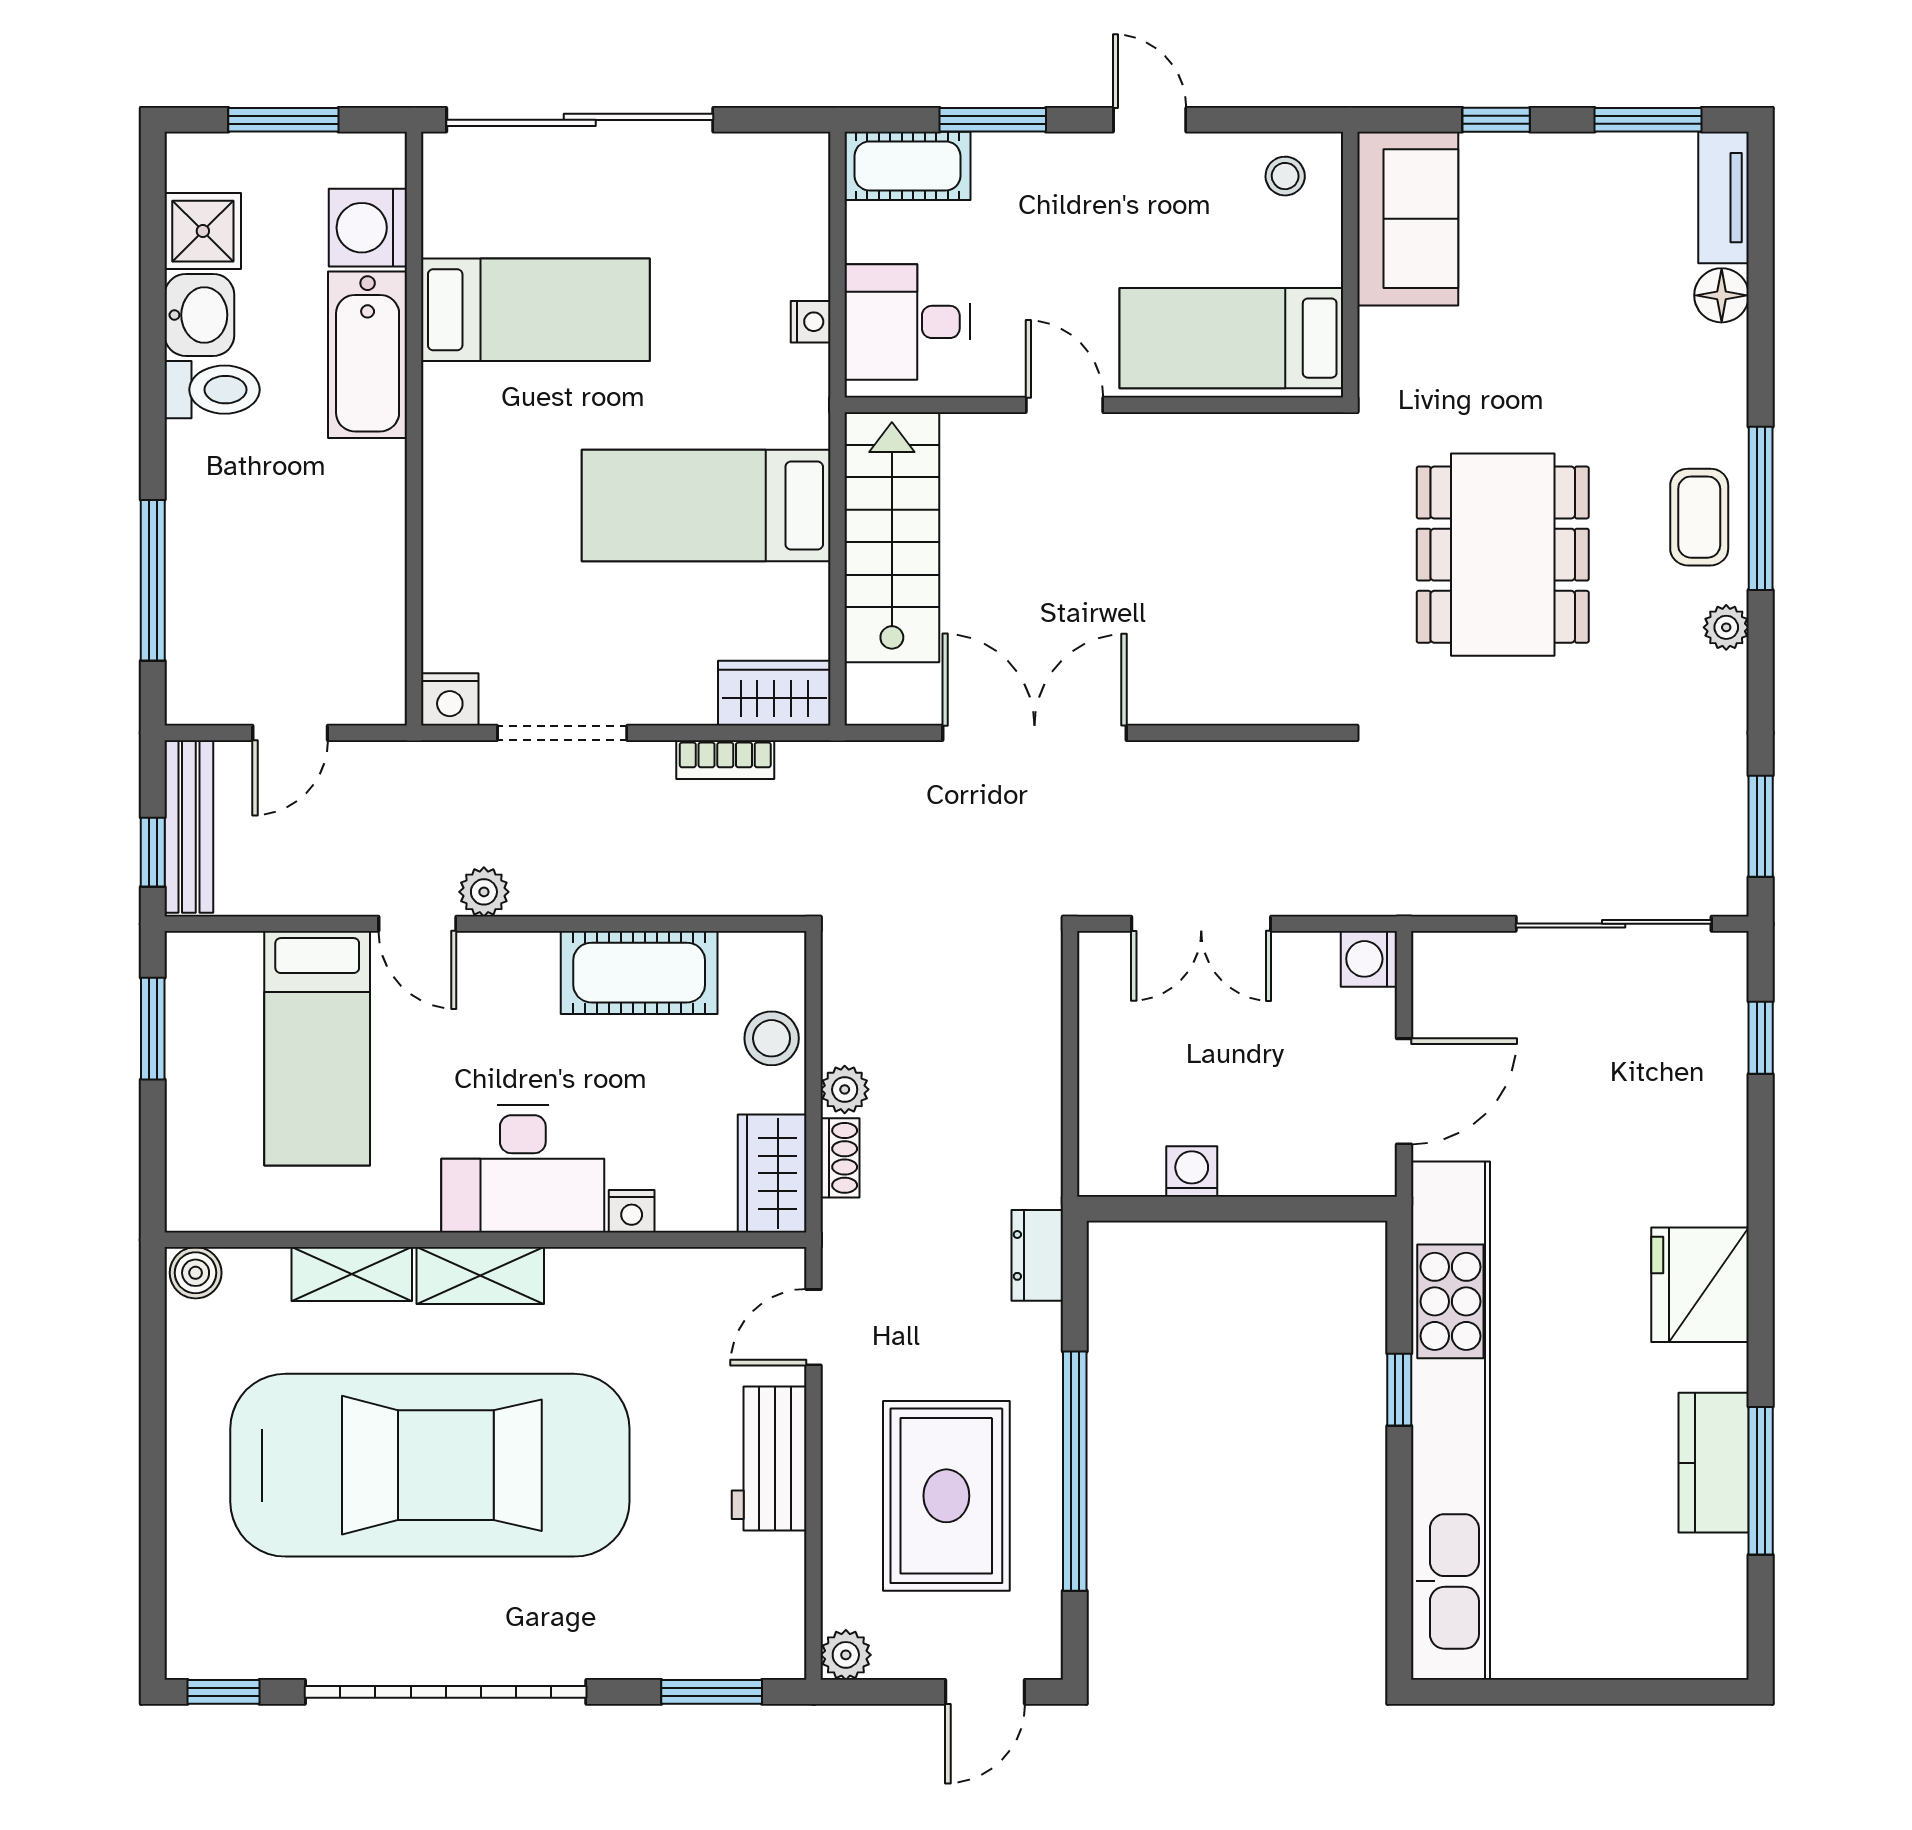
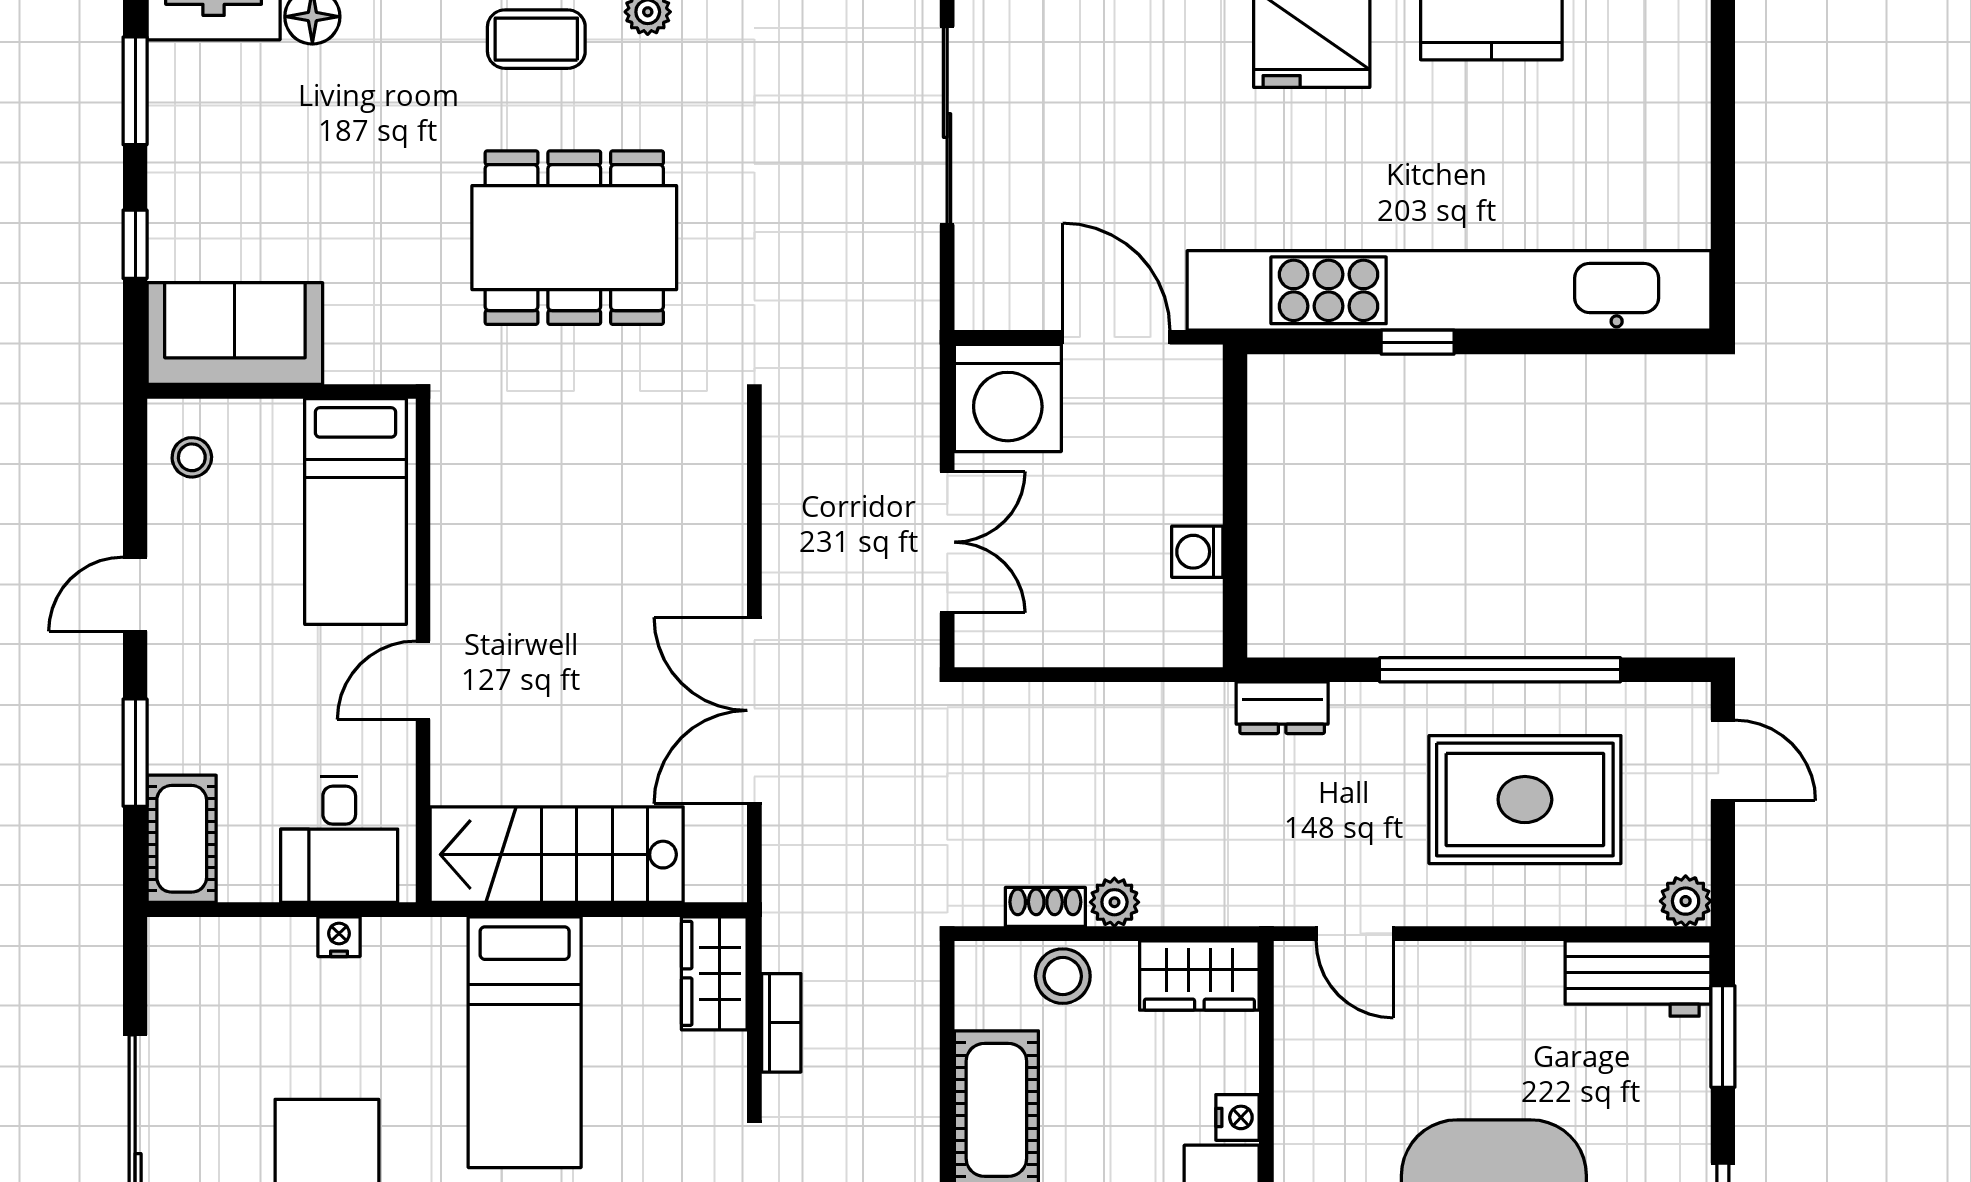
washing machine: (1369, 959) -> (1008, 398), width x1.89, depth x1.89
shoe rack: (840, 1158) -> (1045, 907), moved
workbench: (769, 1458) -> (1638, 979), moved

